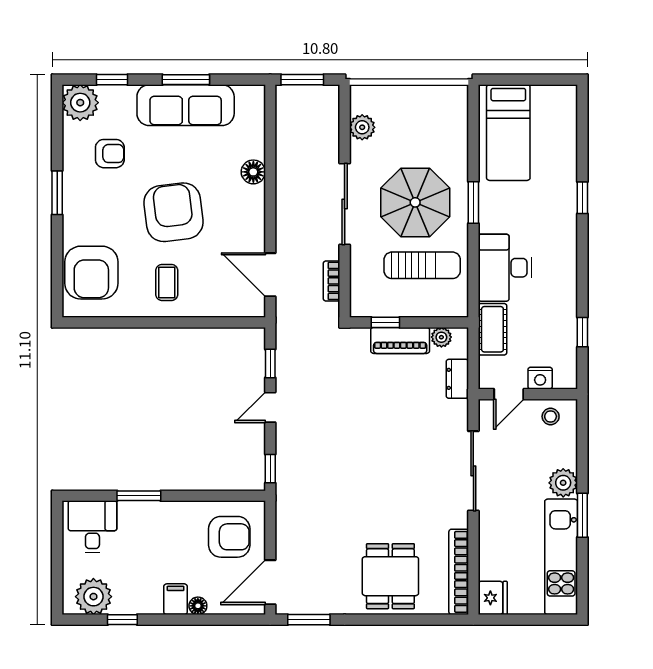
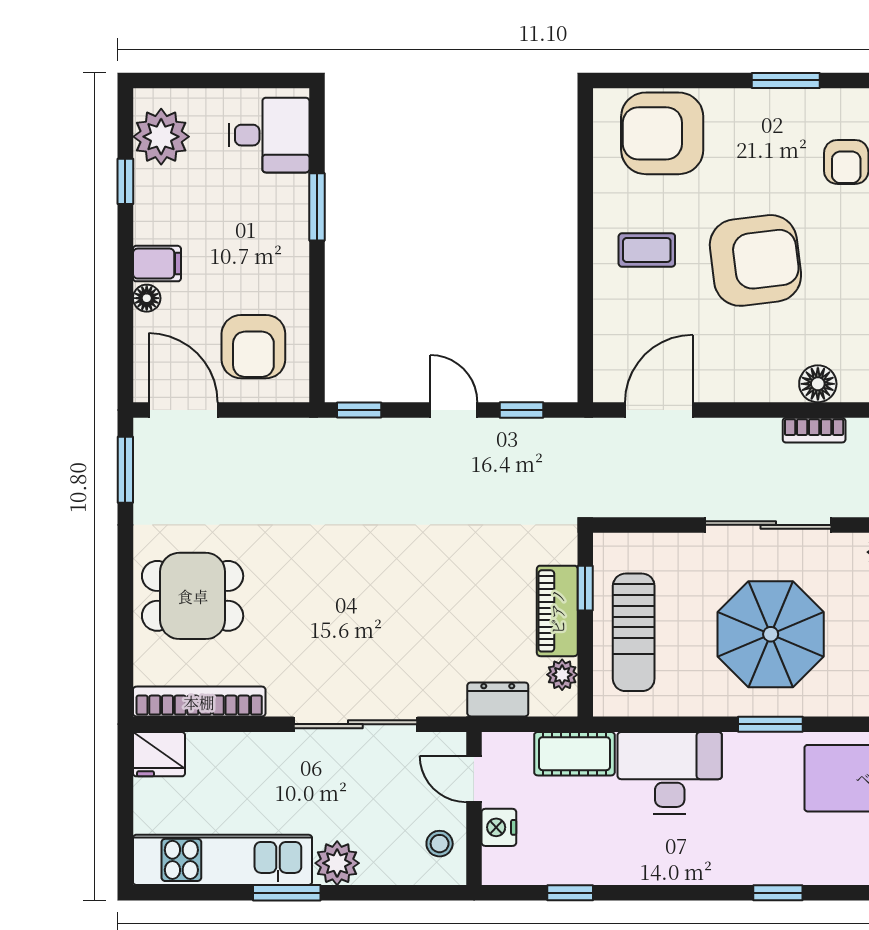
sun lounger: (422, 265) -> (634, 632), moved
bookcase: (332, 281) -> (814, 430), moved, turned 180

